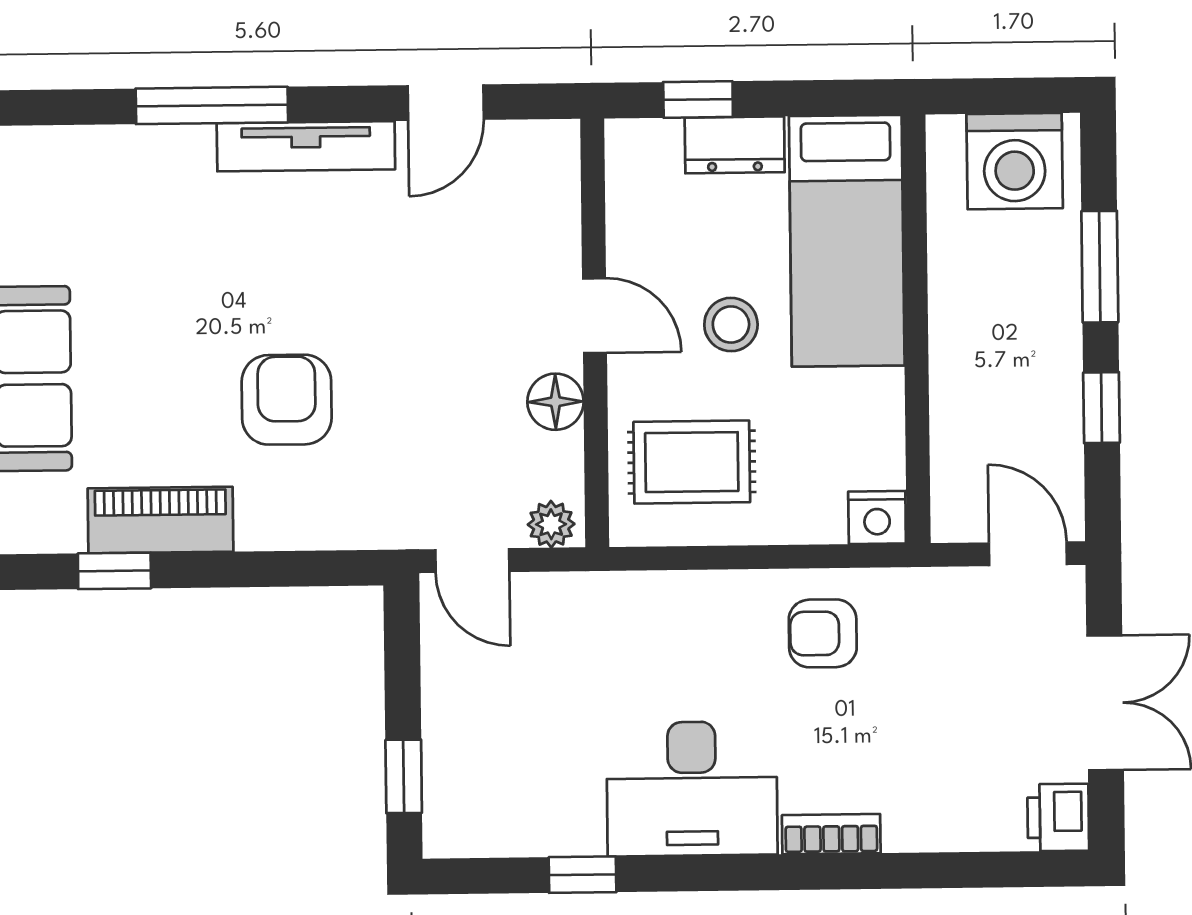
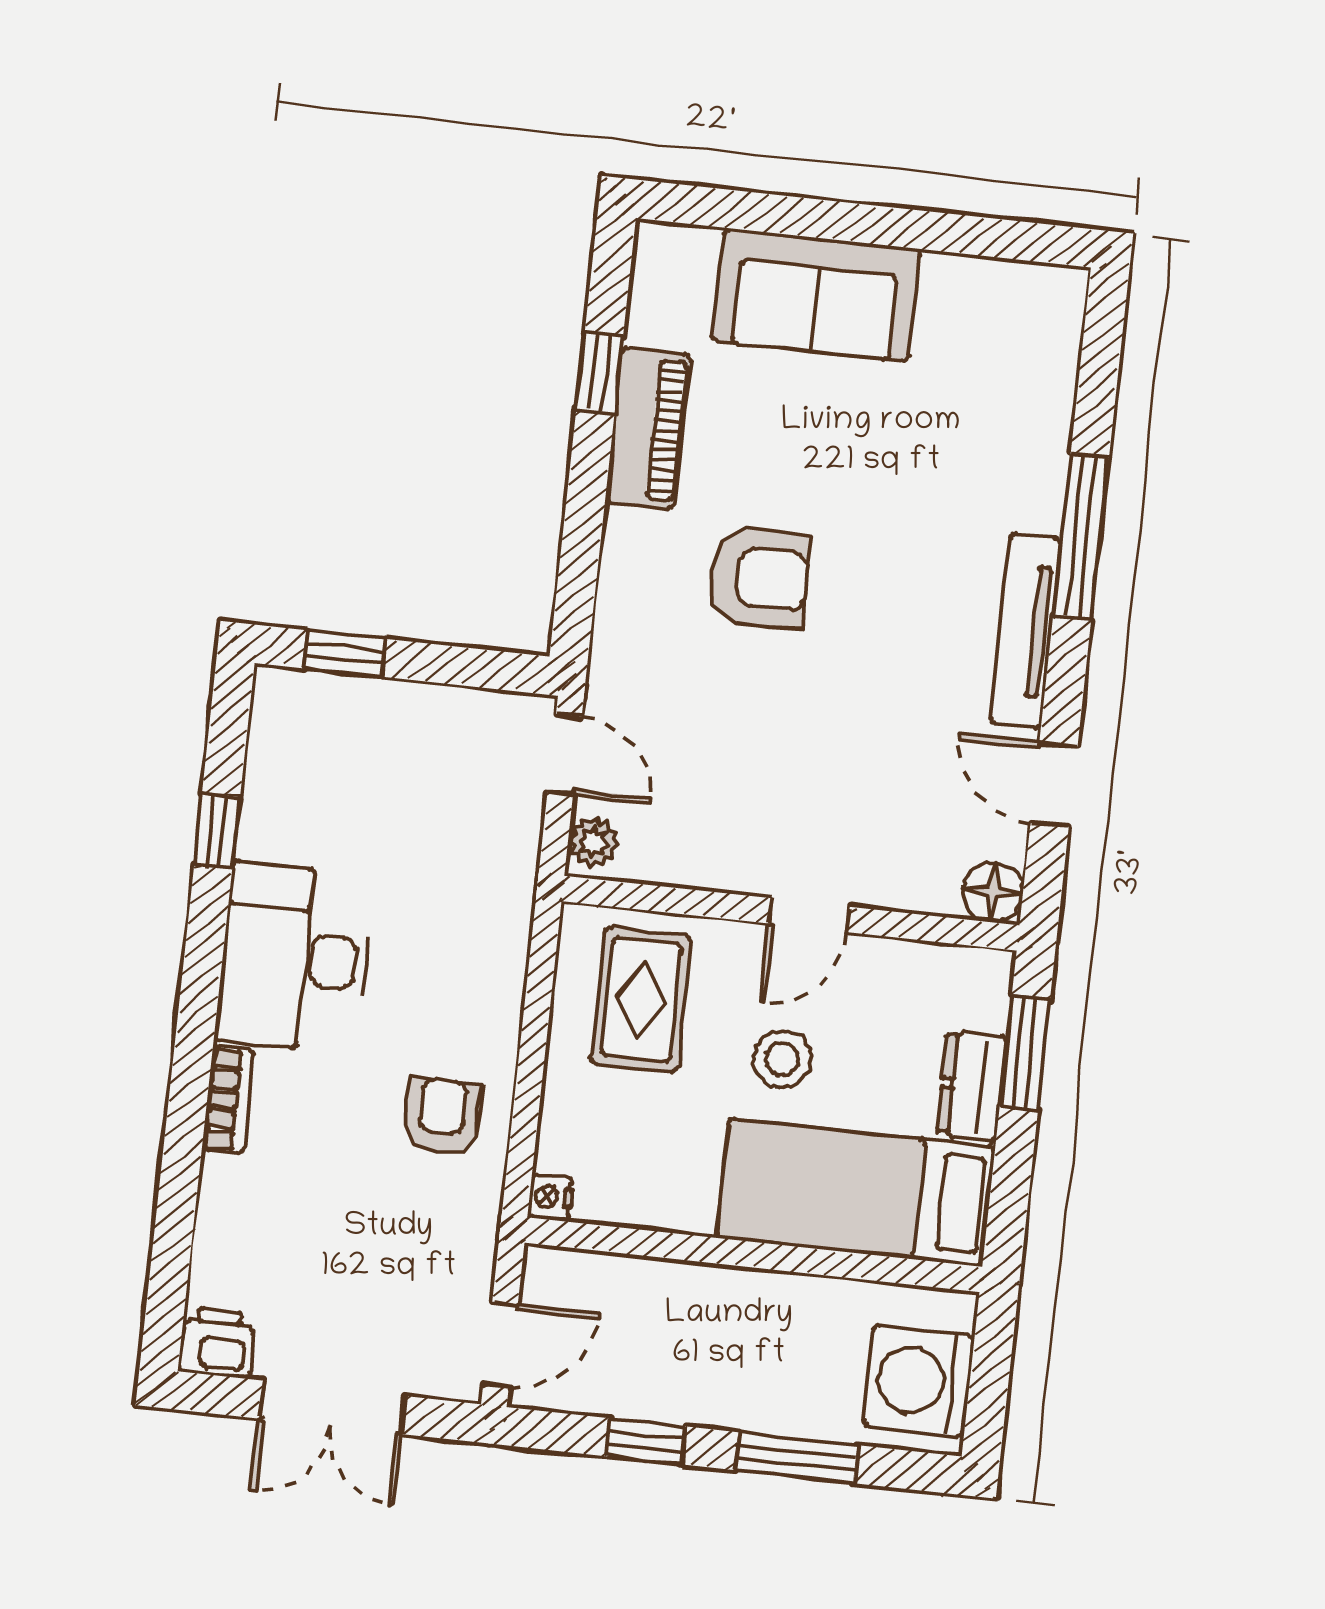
window: (698, 99) -> (1025, 1053), width x1.50
floor lamp: (555, 402) -> (993, 892), moved
nightstand: (877, 517) -> (550, 1197), width x0.72, depth x0.74
door: (472, 561) -> (565, 754), swing flipped

